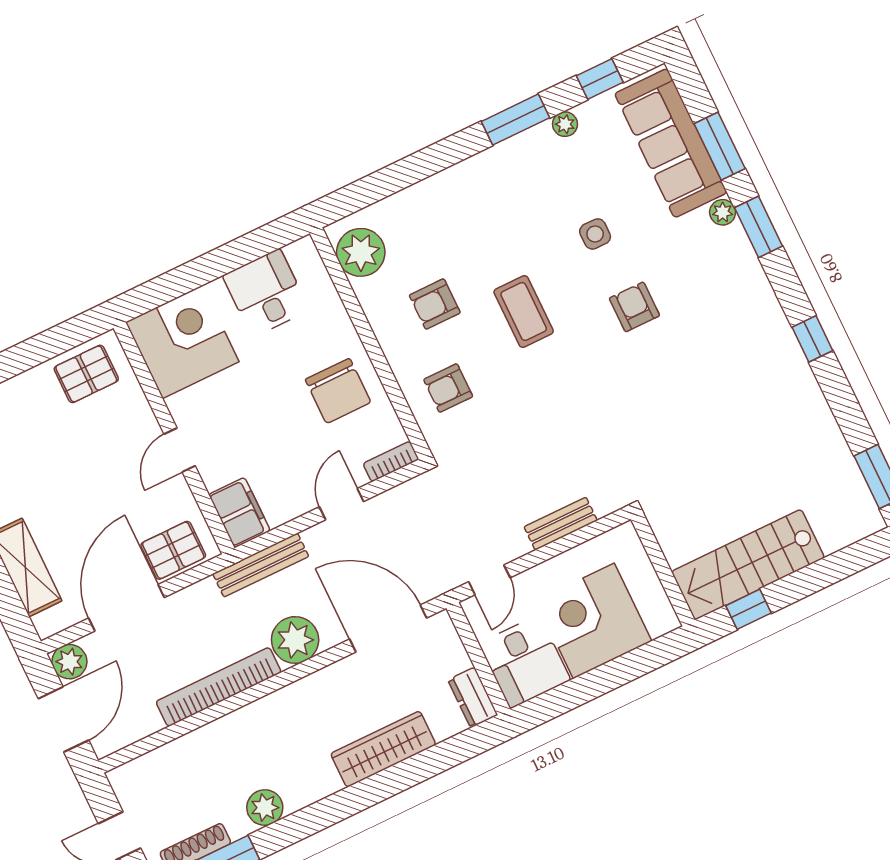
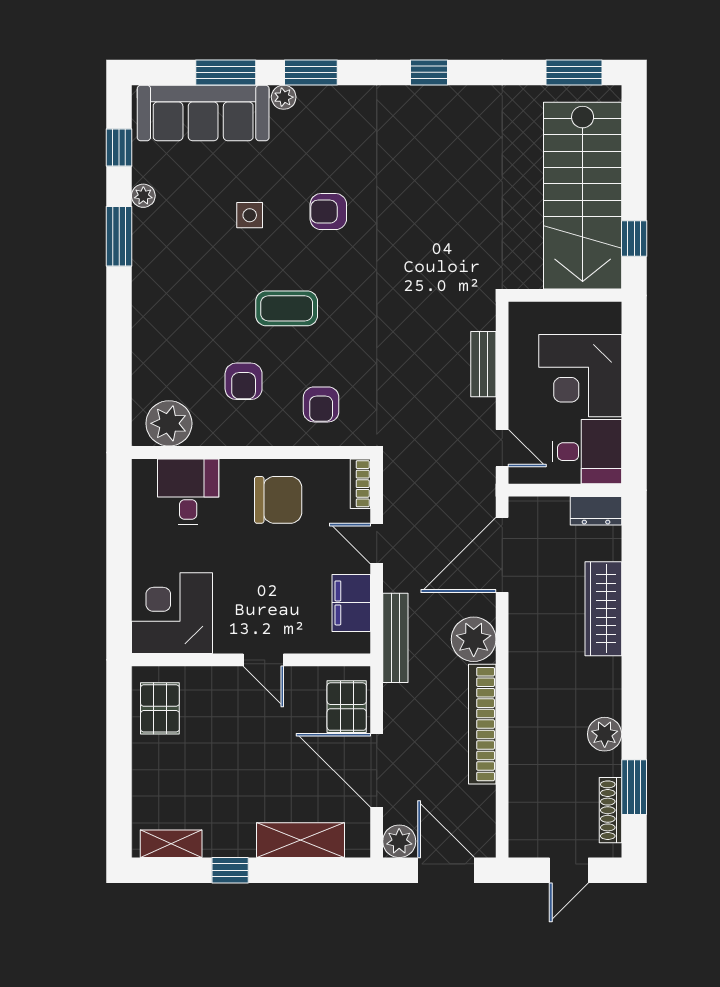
desk: (266, 293) -> (188, 492), moved, turned 90
filing cabinet: (239, 513) -> (351, 603), moved, turned -90
stairs: (748, 565) -> (583, 196), width x1.36, depth x1.51

